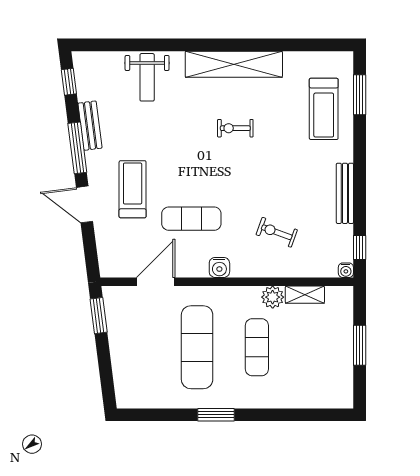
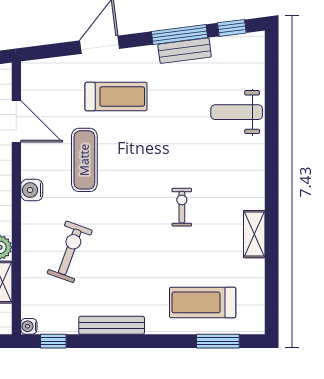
shelving: (234, 64) -> (254, 234), width x0.45, depth x0.75
window: (77, 148) -> (180, 35), moved
exercise bike: (277, 232) -> (70, 252), width x1.38, depth x1.39

